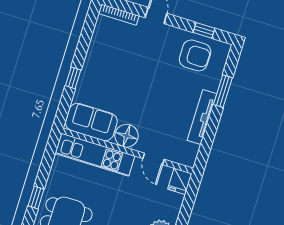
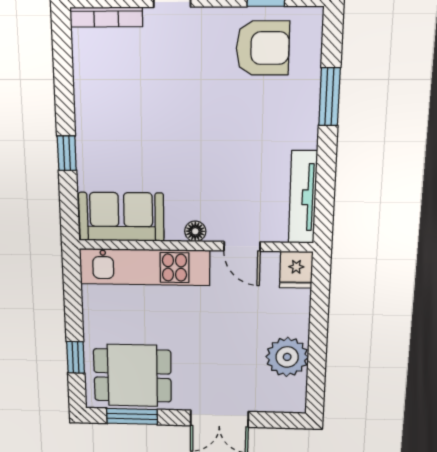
tv unit: (202, 117) -> (303, 197), moved
floor lamp: (126, 136) -> (195, 231), width x0.53, depth x0.53

